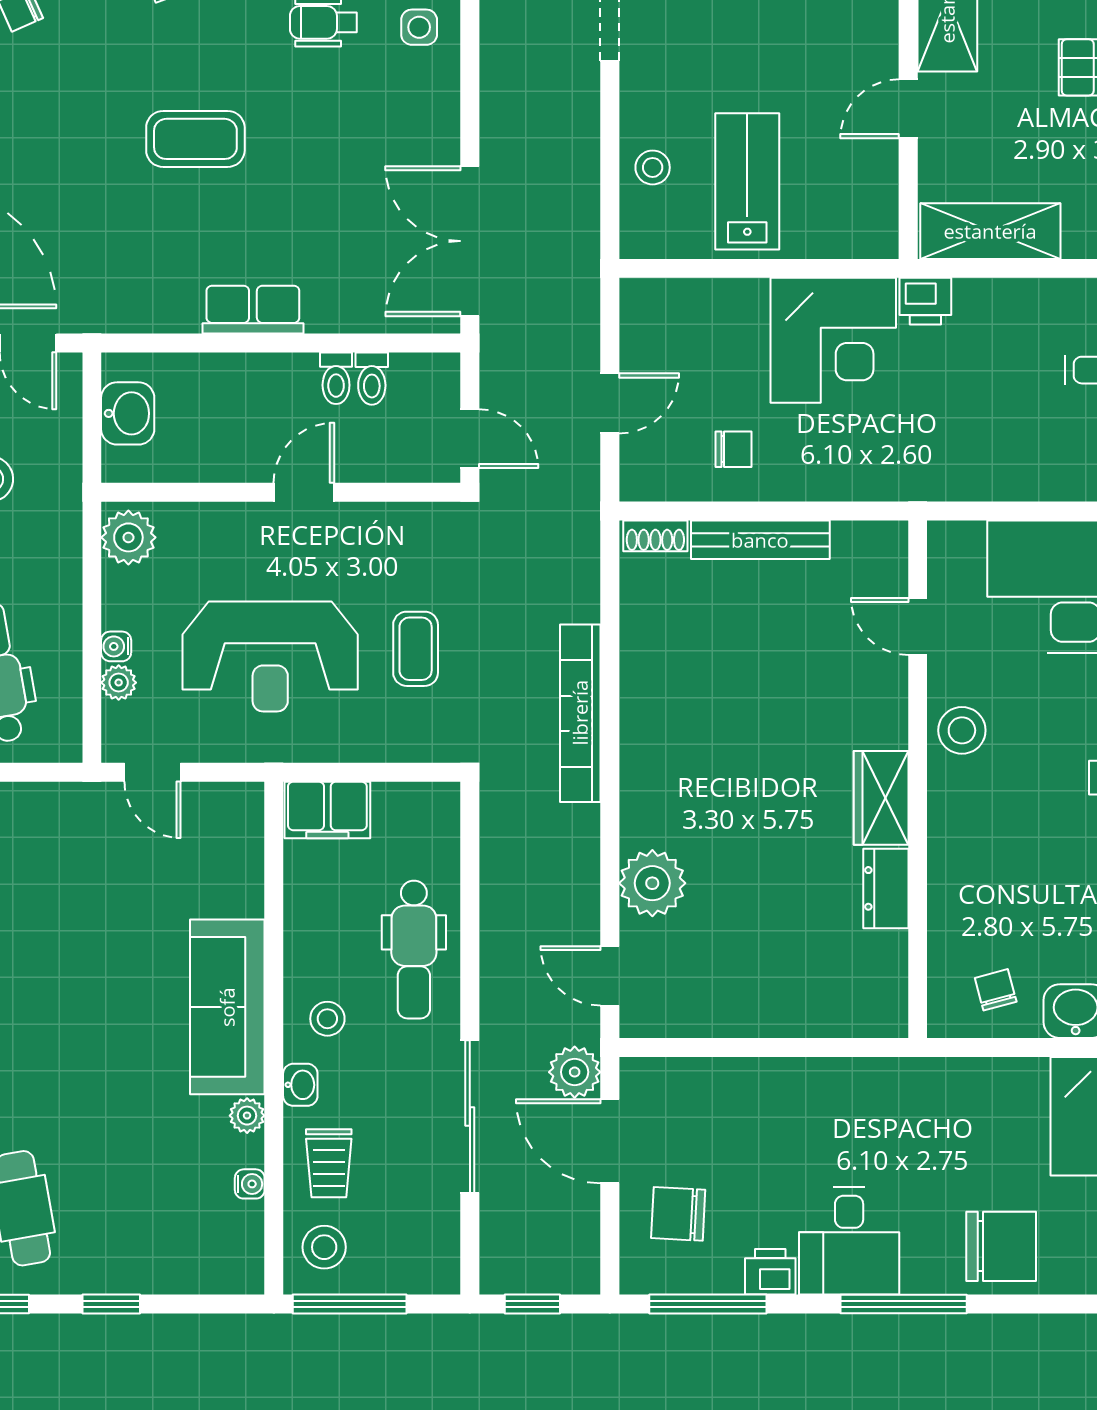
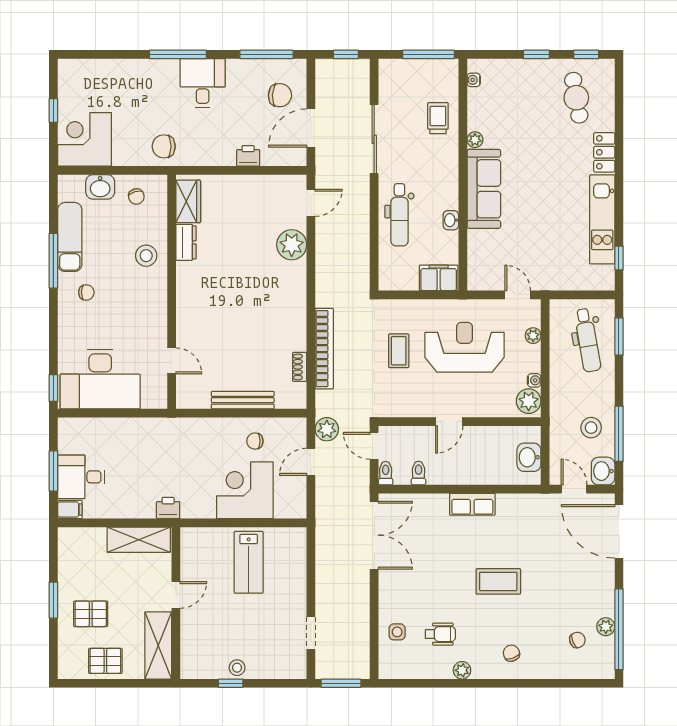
stool: (653, 167) -> (292, 569), removed
corner desk: (833, 340) -> (245, 490), moved
toilet: (336, 378) -> (386, 473), moved
shoe rack: (655, 536) -> (300, 367), moved, turned -90
water cooler: (116, 646) -> (534, 380), moved
bookcase: (580, 713) -> (324, 349), moved
stool: (962, 730) -> (146, 256), moved
wardrobe: (881, 798) -> (188, 201), moved
dental chair: (414, 950) -> (399, 215), turned 180
door: (610, 976) -> (311, 203), hinge flipped
stool: (327, 1019) -> (439, 183), removed
plant: (575, 1072) -> (327, 429), moved
washbasin: (300, 1085) -> (451, 220), moved
door: (610, 1141) -> (311, 128), swing flipped
water cooler: (250, 1184) -> (474, 80), moved
chair: (1001, 1246) -> (164, 146), moved, width x0.73, depth x0.73
stool: (324, 1247) -> (440, 80), removed
printer: (770, 1272) -> (248, 156), moved, turned 180

